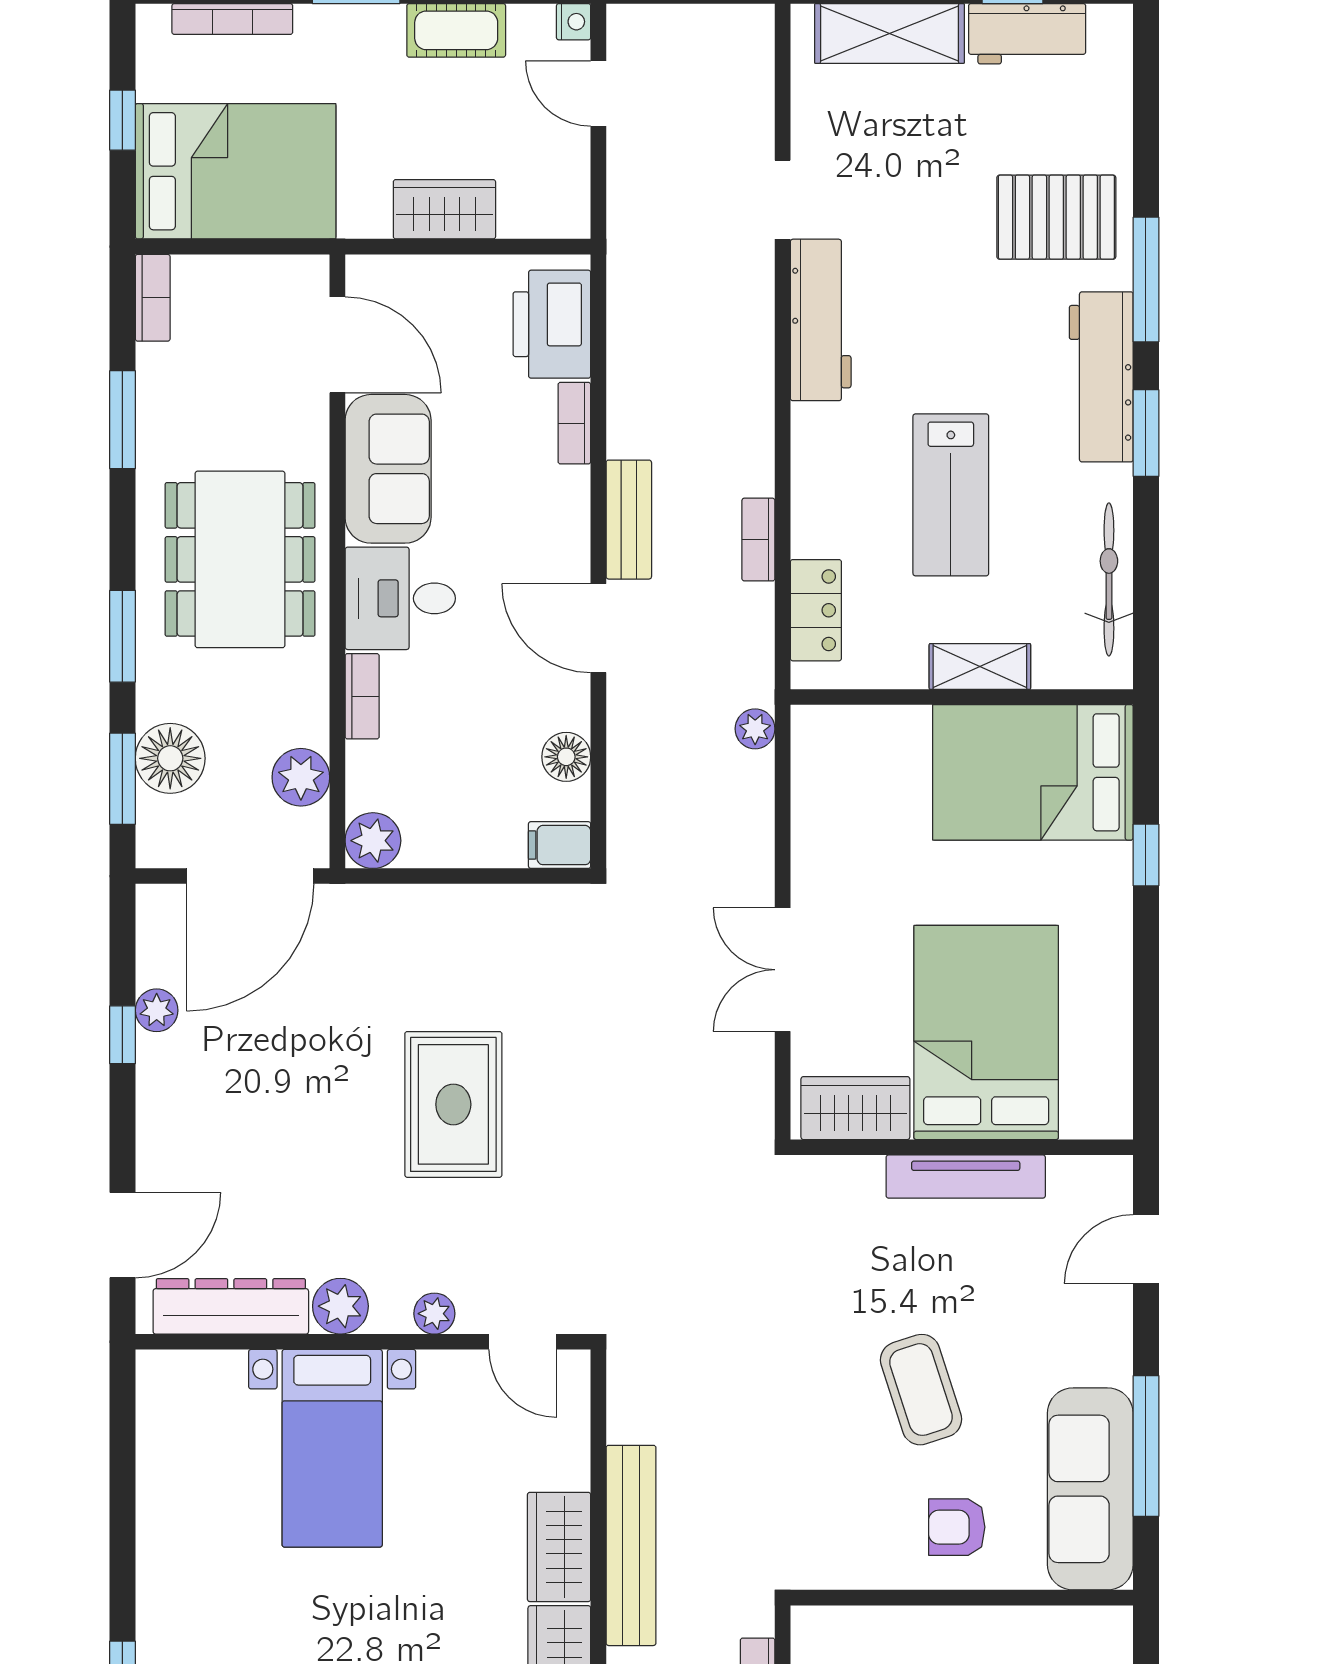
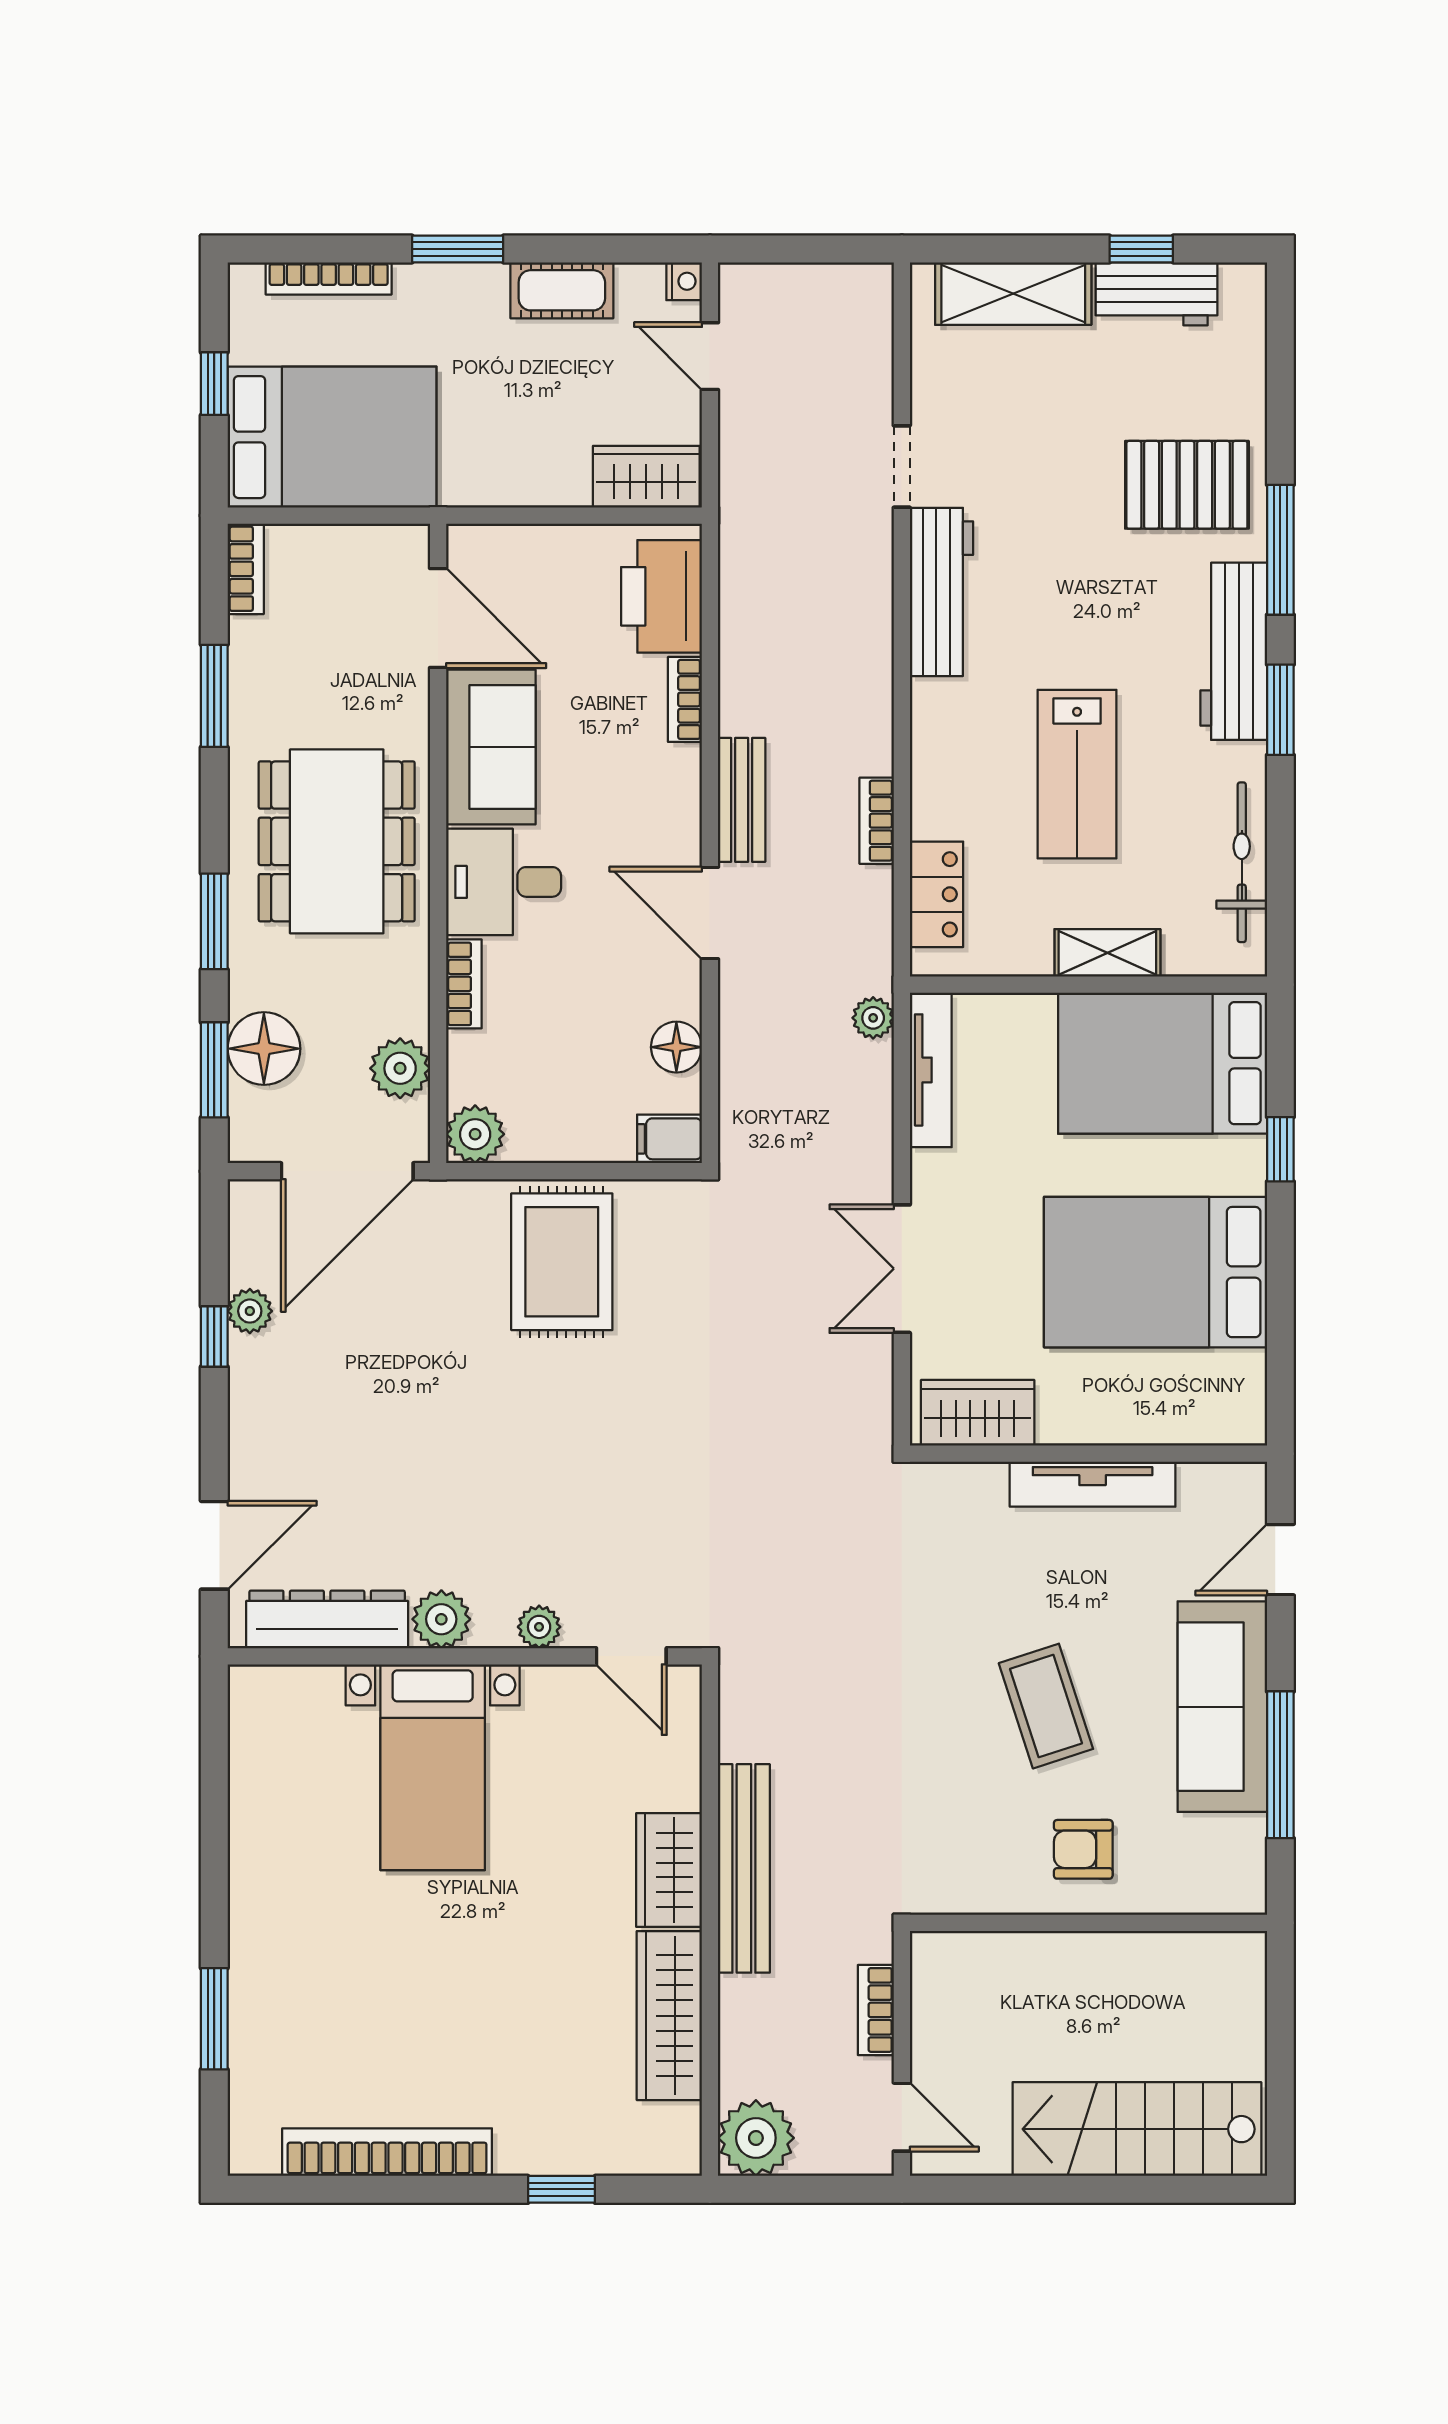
wardrobe: (444, 209) -> (646, 477), moved
tv unit: (810, 779) -> (931, 1070), added
bed: (986, 1033) -> (1155, 1272), moved, turned -90
rug: (453, 1104) -> (562, 1262), moved
sofa: (1090, 1489) -> (1222, 1707), moved

